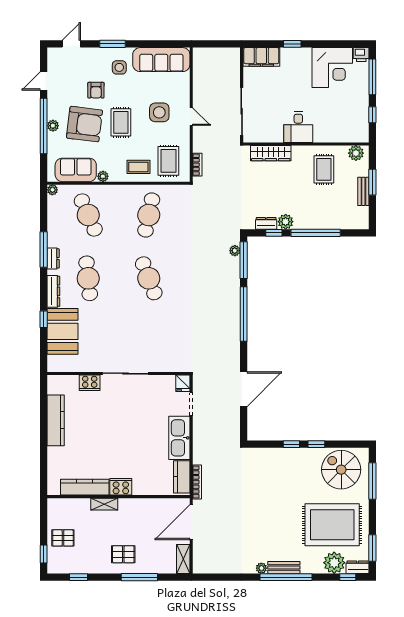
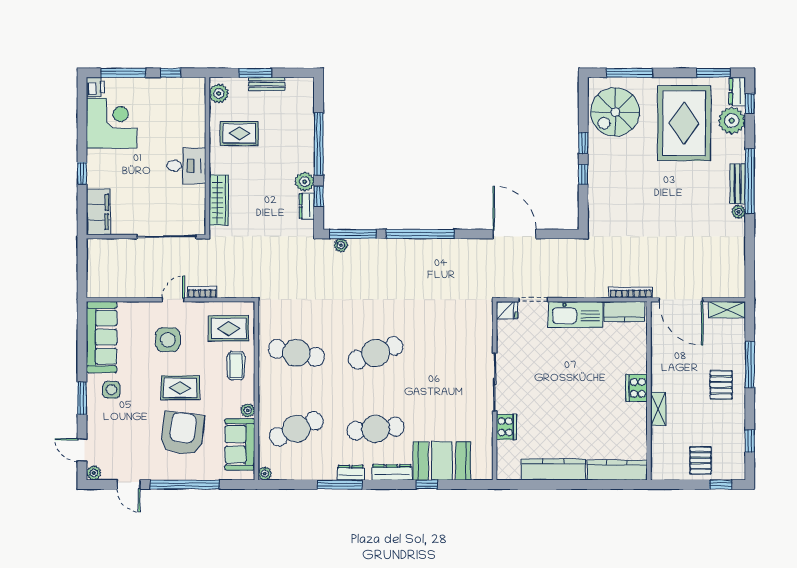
armchair: (96, 90) -> (140, 419), removed
plant: (53, 126) -> (94, 473), moved
bookcase: (197, 165) -> (202, 292), moved
kitchen counter: (85, 487) -> (617, 470), moved, turned 90

